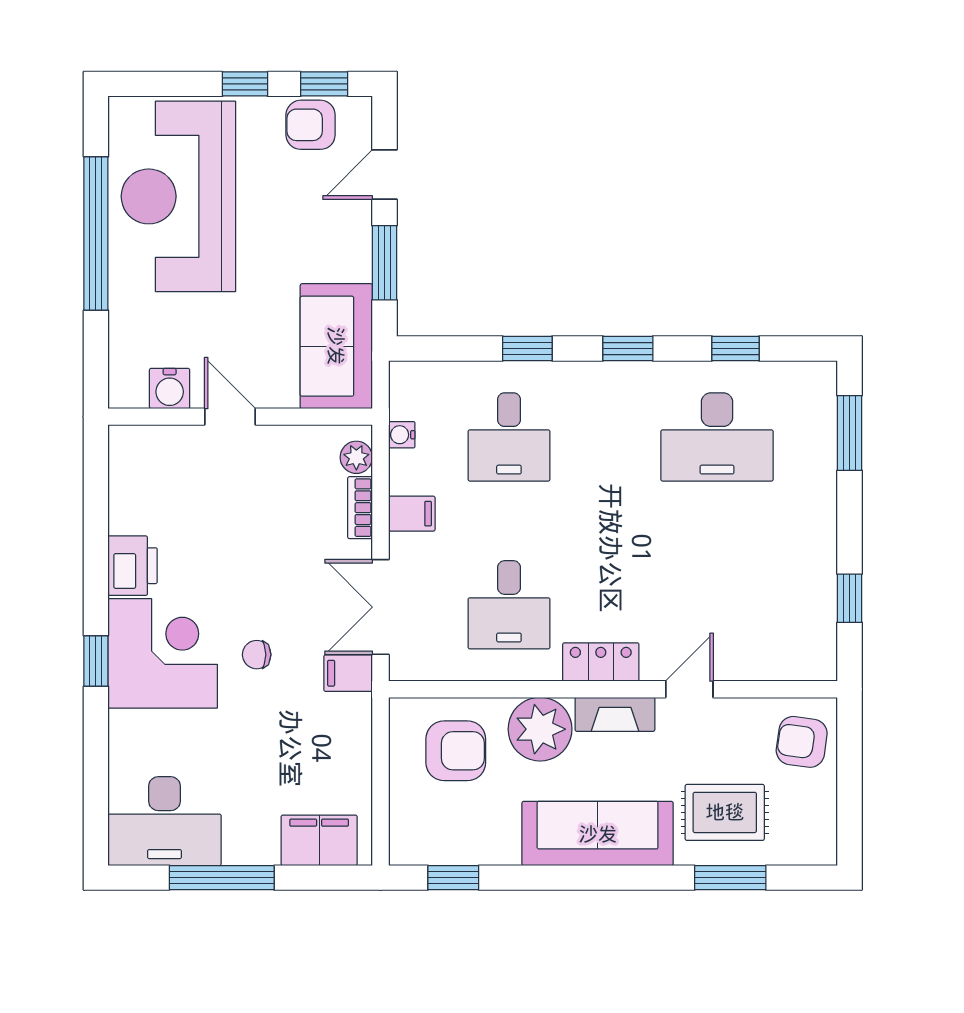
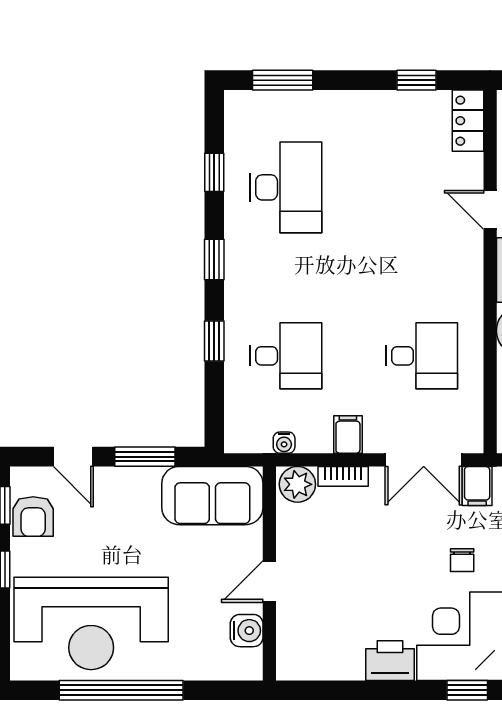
plant: (356, 457) -> (297, 484), width x1.38, depth x1.38
locker: (601, 662) -> (468, 121), moved

